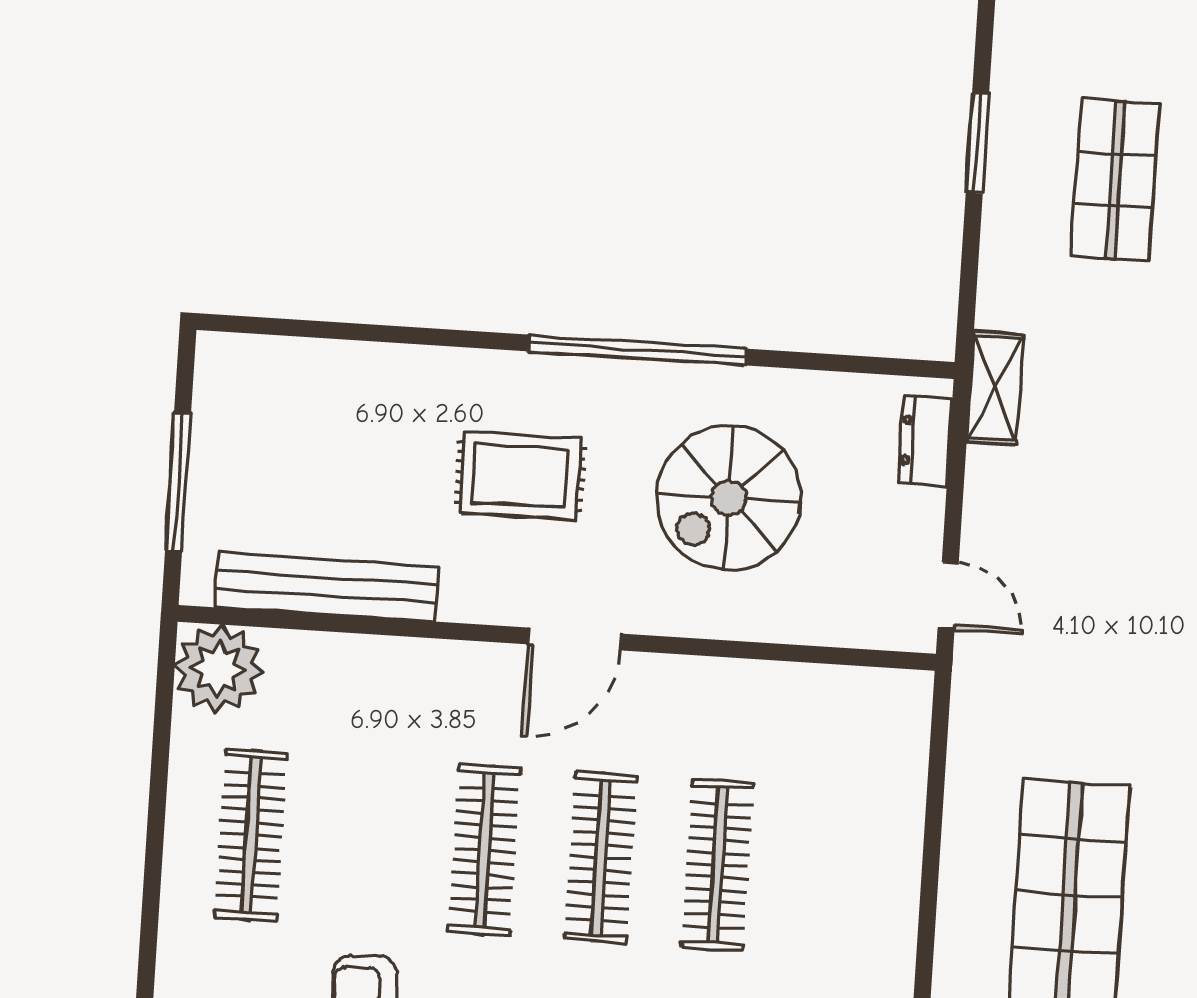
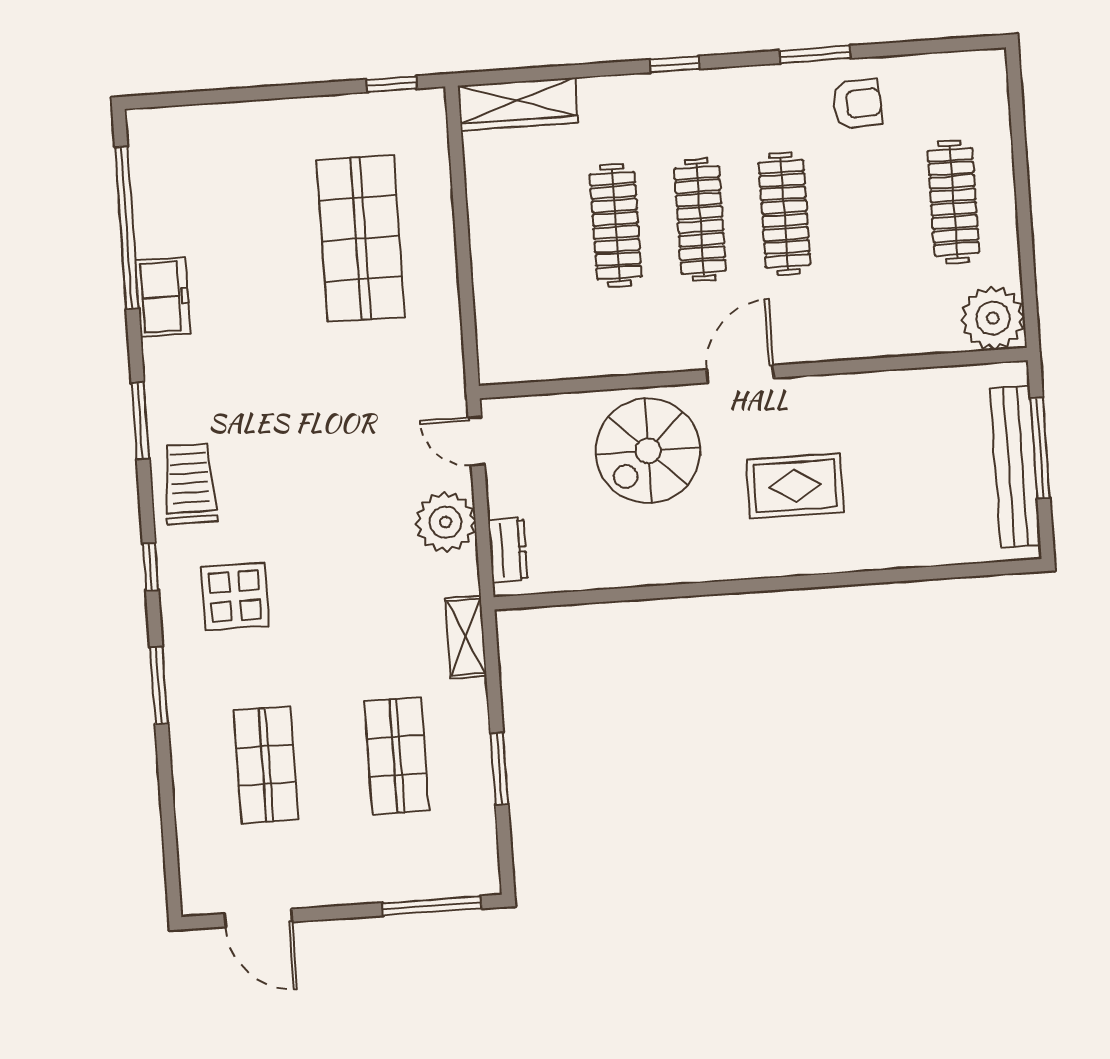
window: (637, 350) -> (724, 587), removed
shelving: (995, 388) -> (466, 637), moved
plant: (1005, 491) -> (446, 522), added
spiral stairs: (729, 498) -> (648, 451), moved, turned 180
bench: (326, 587) -> (1015, 466), moved, turned 90

